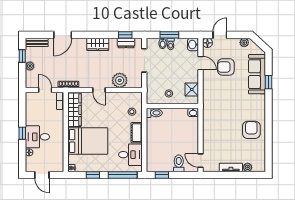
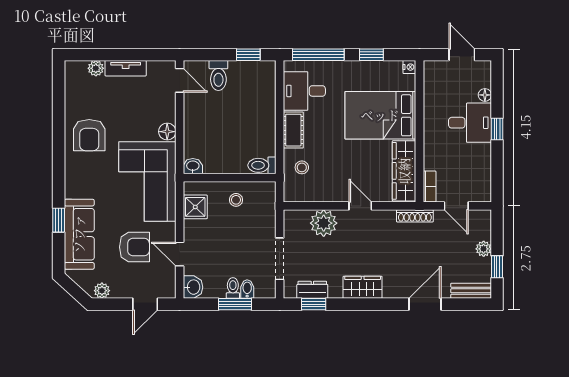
floor lamp: (207, 43) -> (167, 132), moved
corner sofa: (219, 104) -> (147, 181), added

